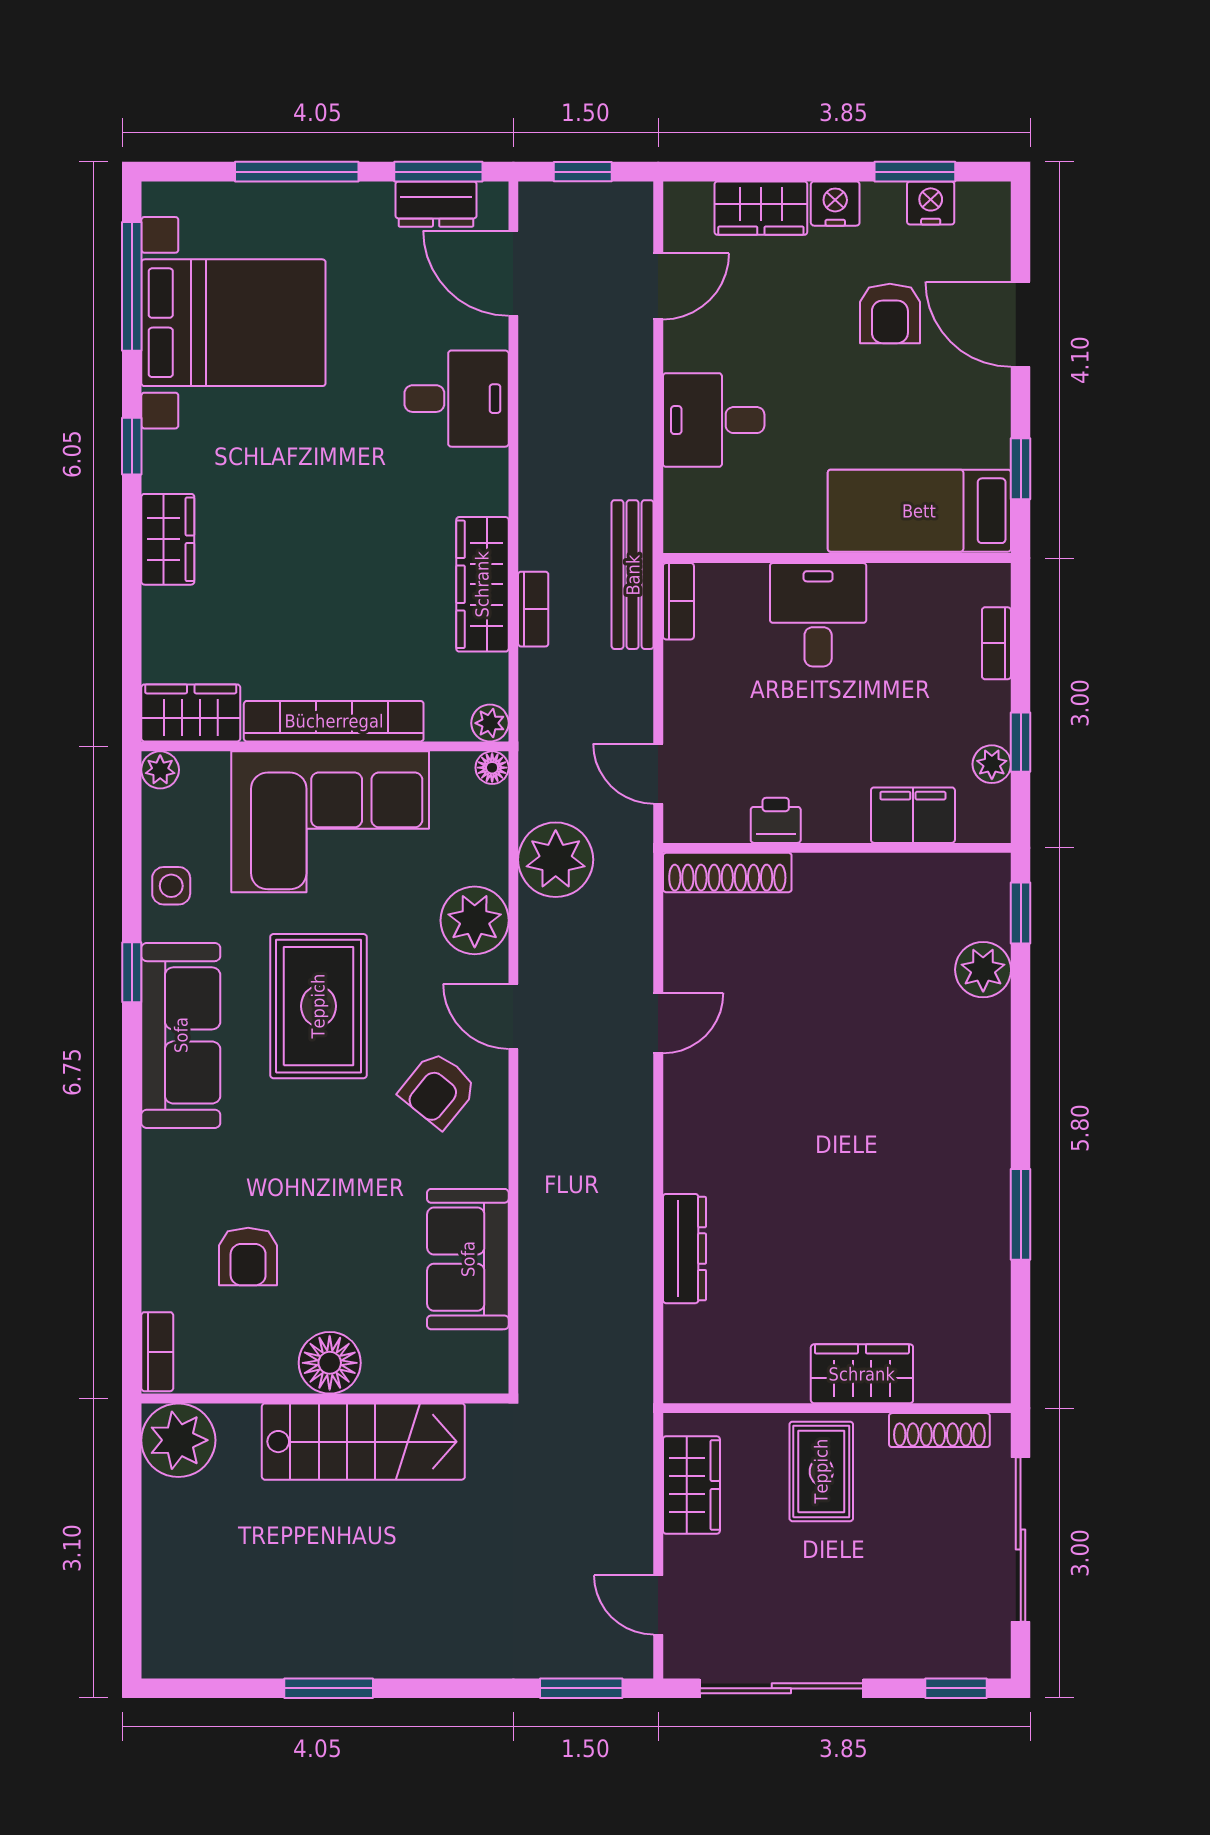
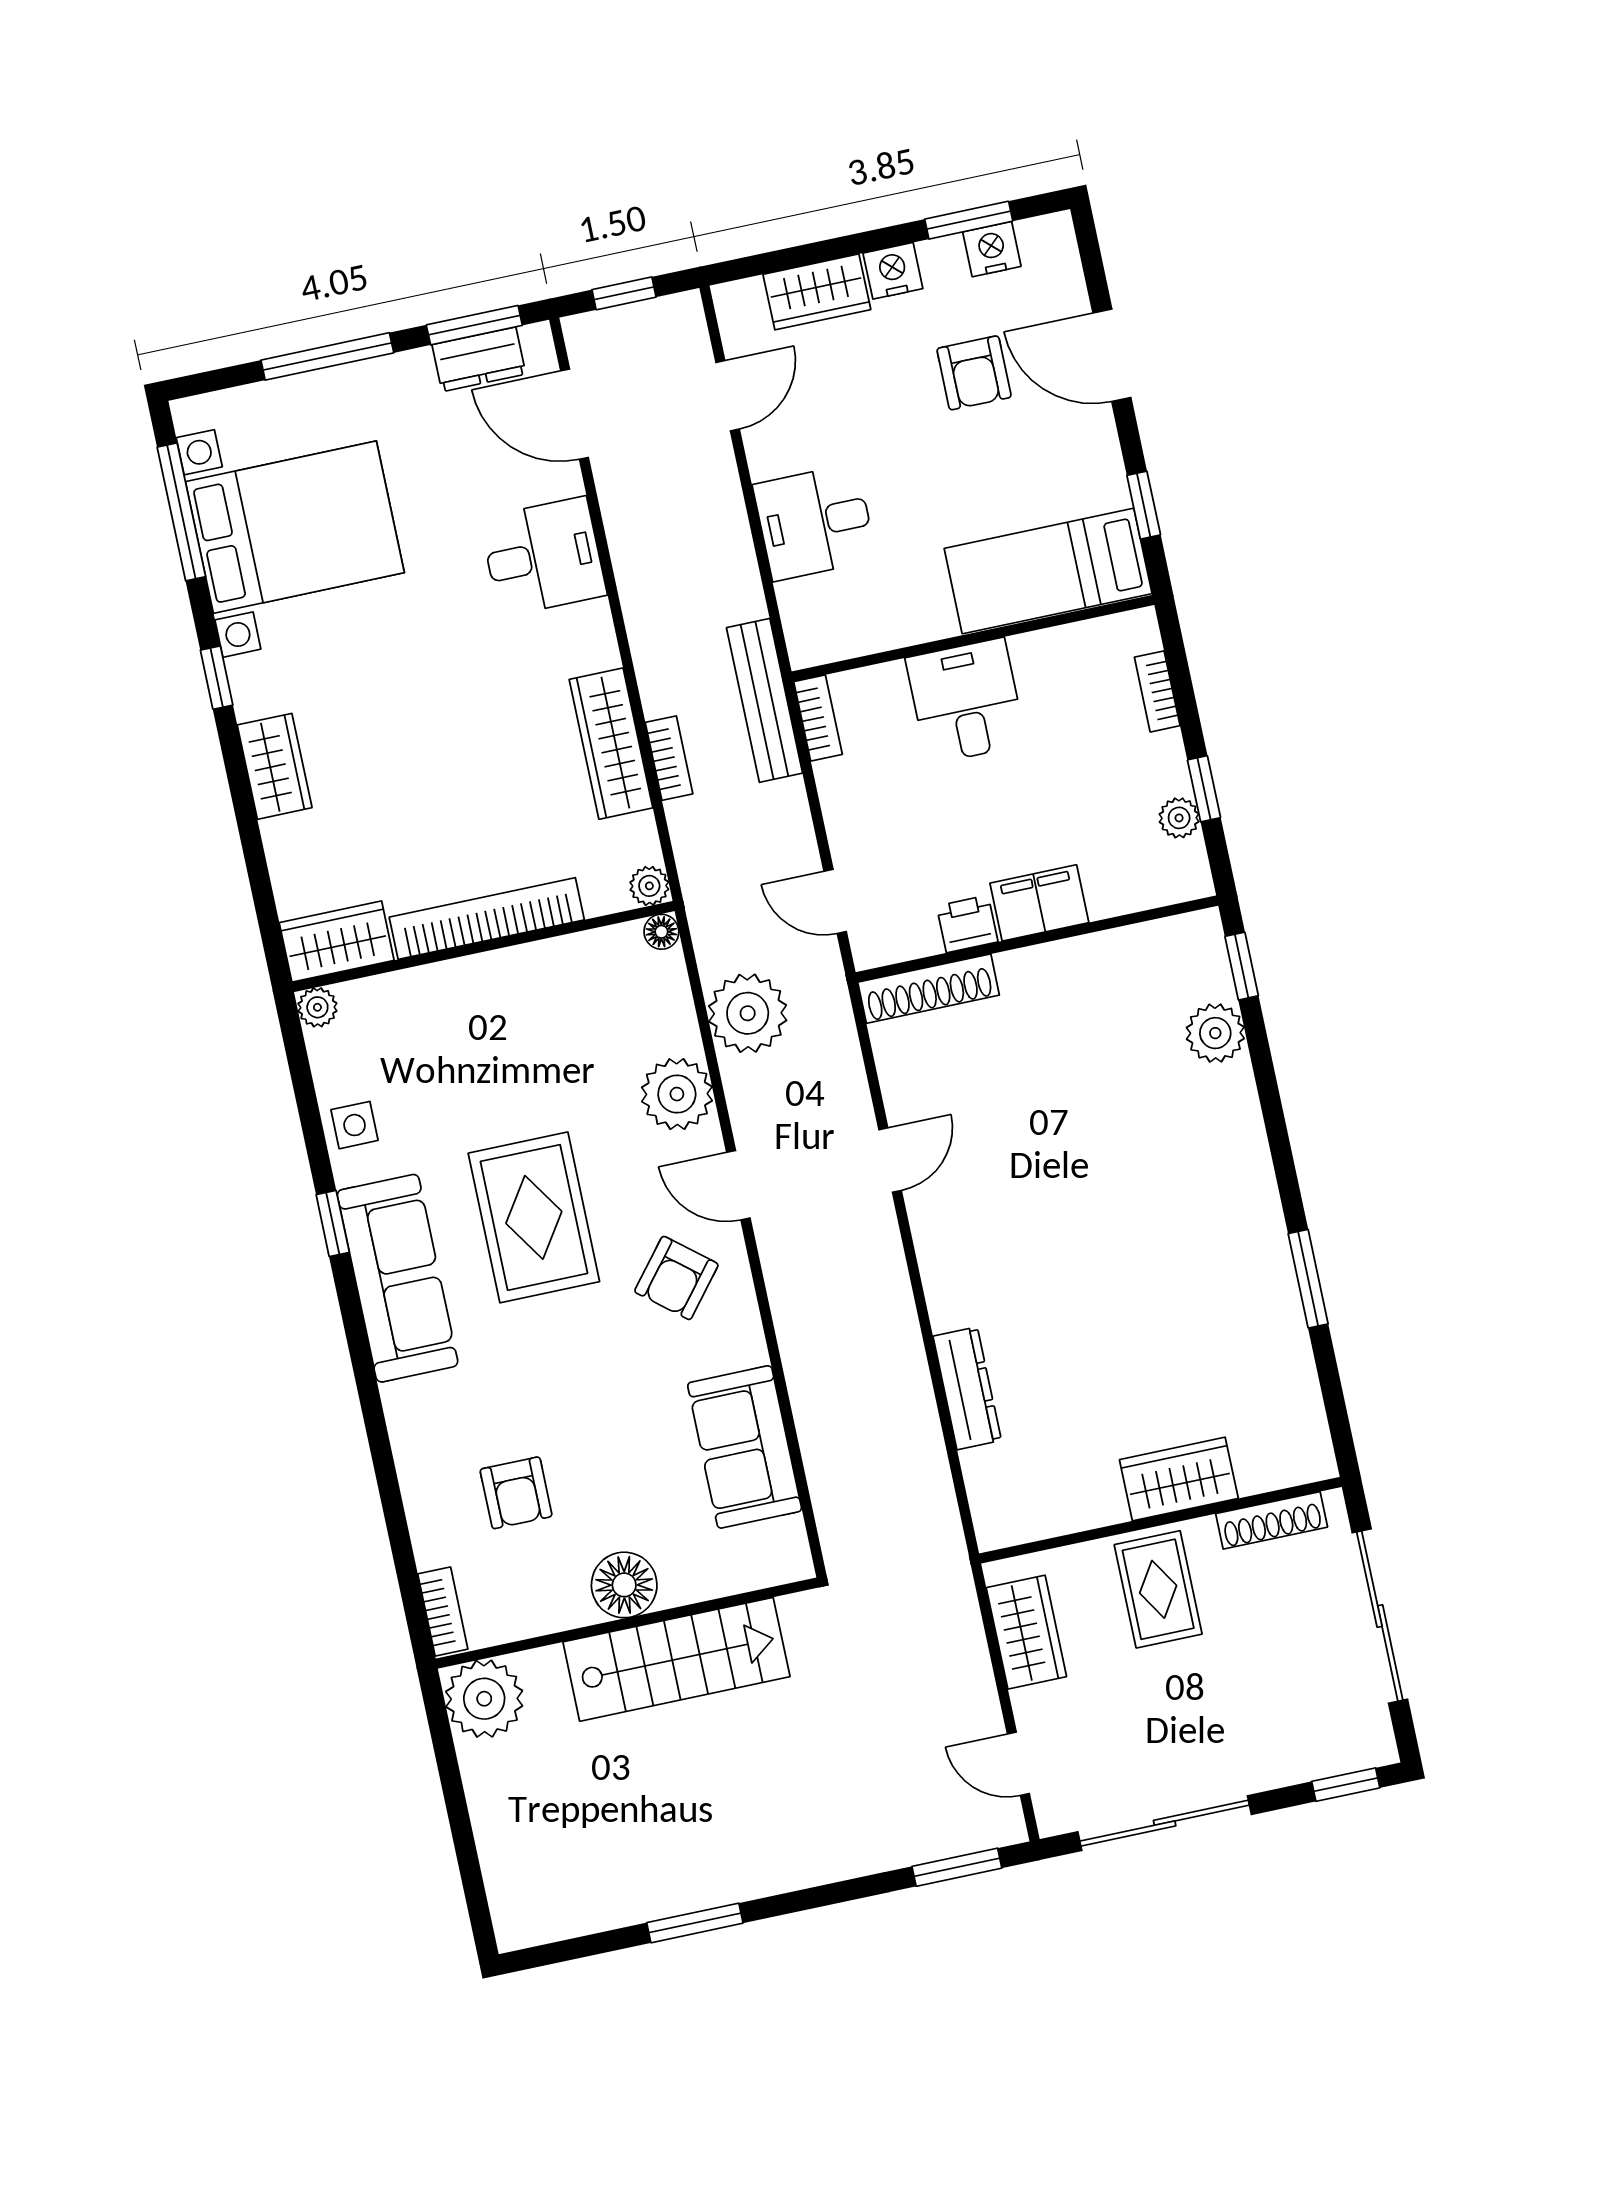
filing cabinet: (913, 815) -> (1039, 903), moved
corner sofa: (330, 822) -> (505, 1024), removed

